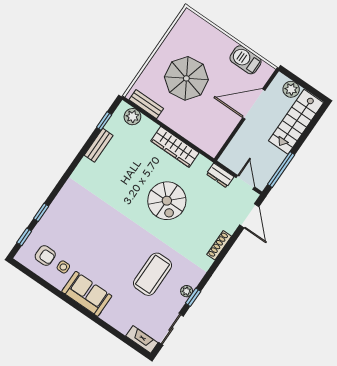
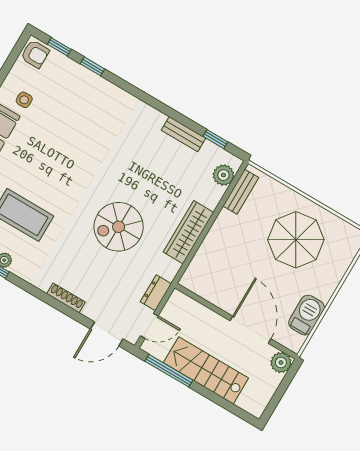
parasol: (186, 78) -> (296, 240), moved
plant: (291, 89) -> (281, 363), moved
stairs: (296, 122) -> (206, 370), moved
armchair: (45, 256) -> (35, 54), moved, turned -90

